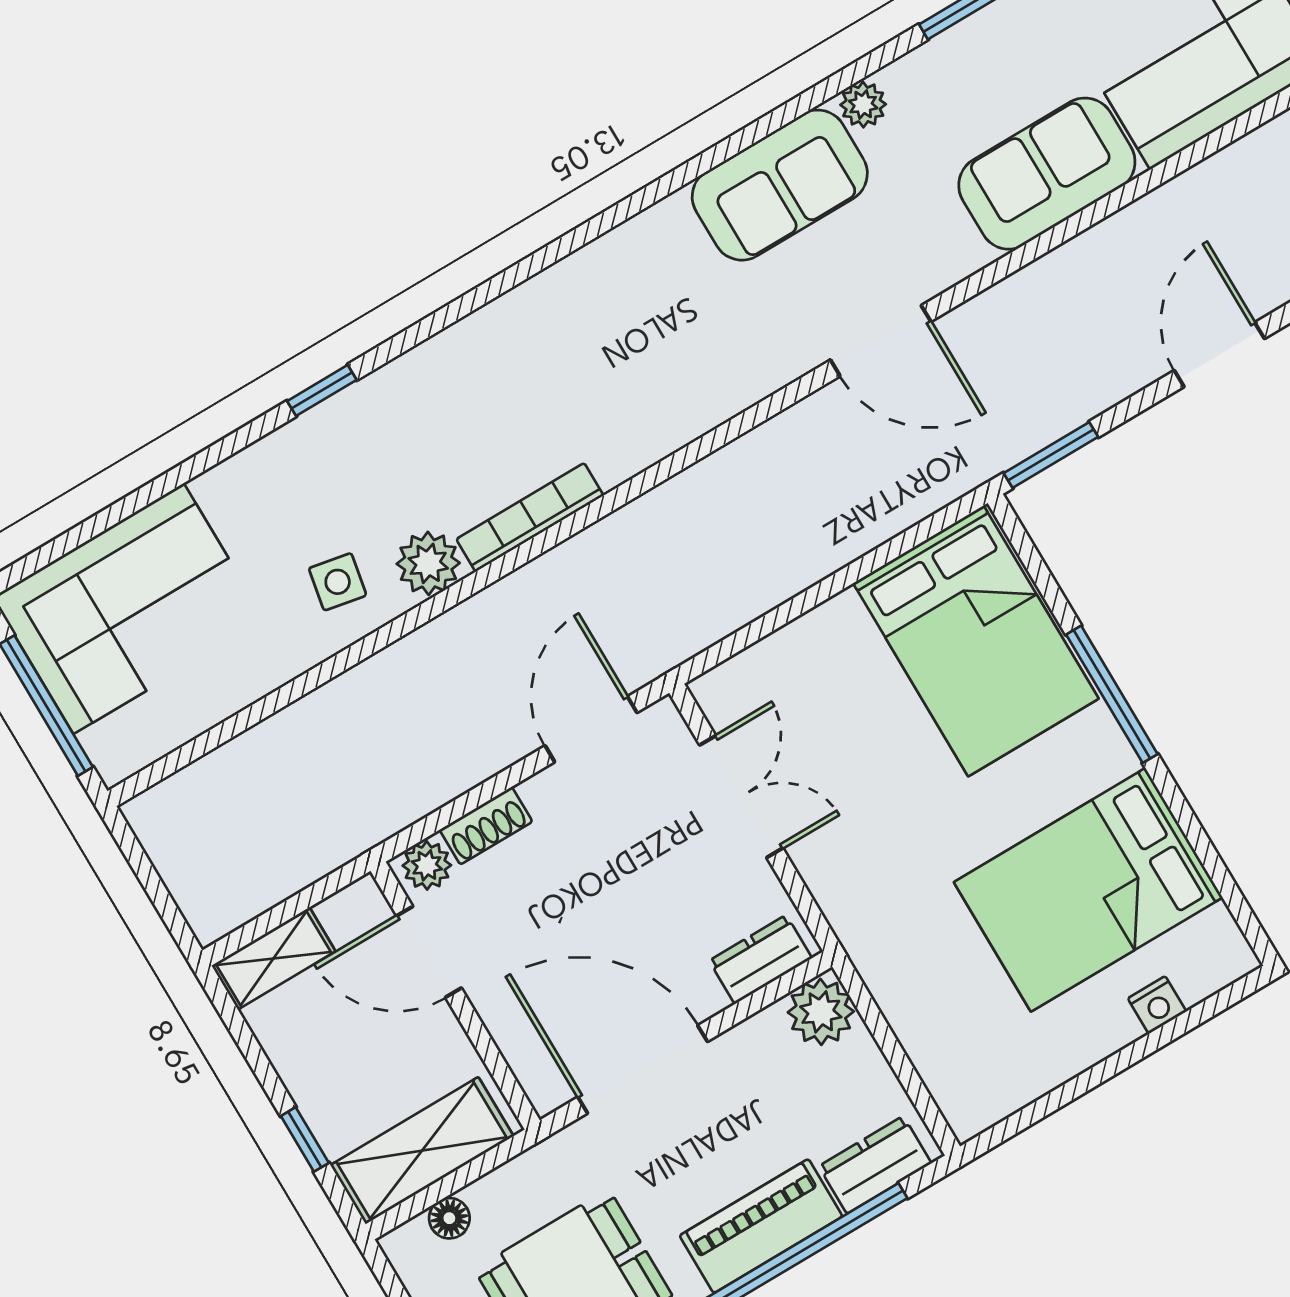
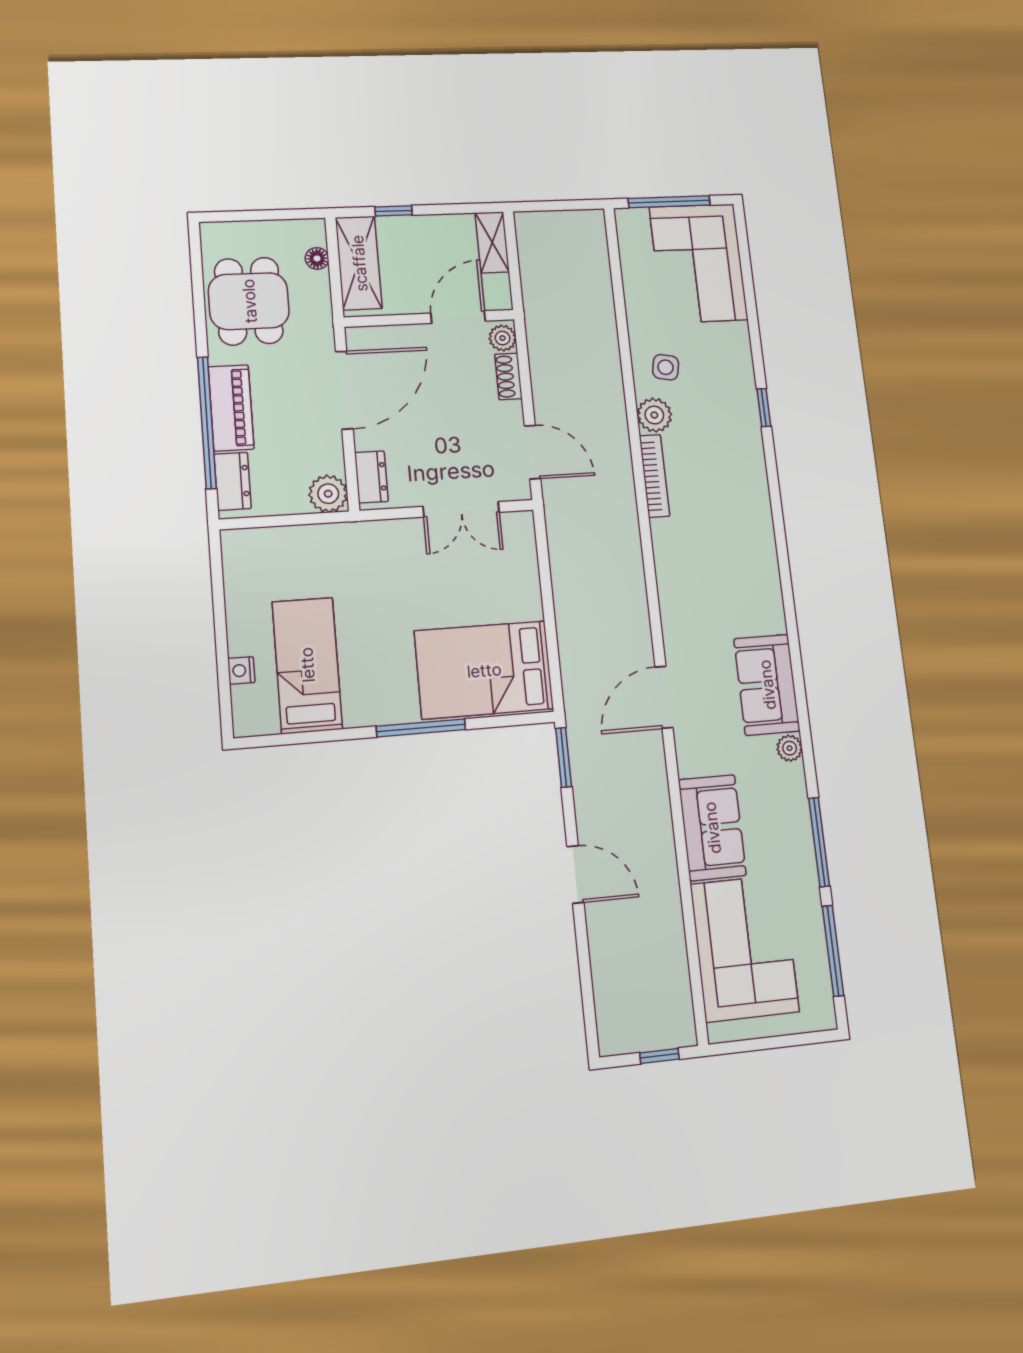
bed: (1088, 890) -> (307, 665), width x0.67

